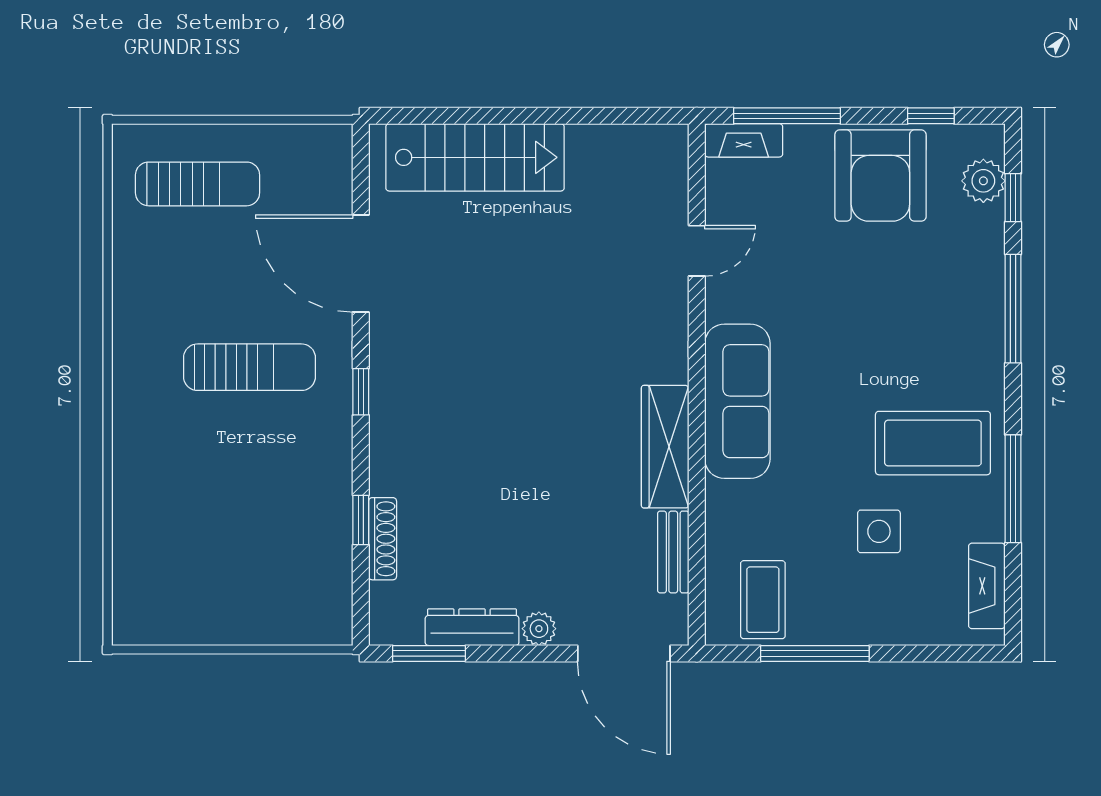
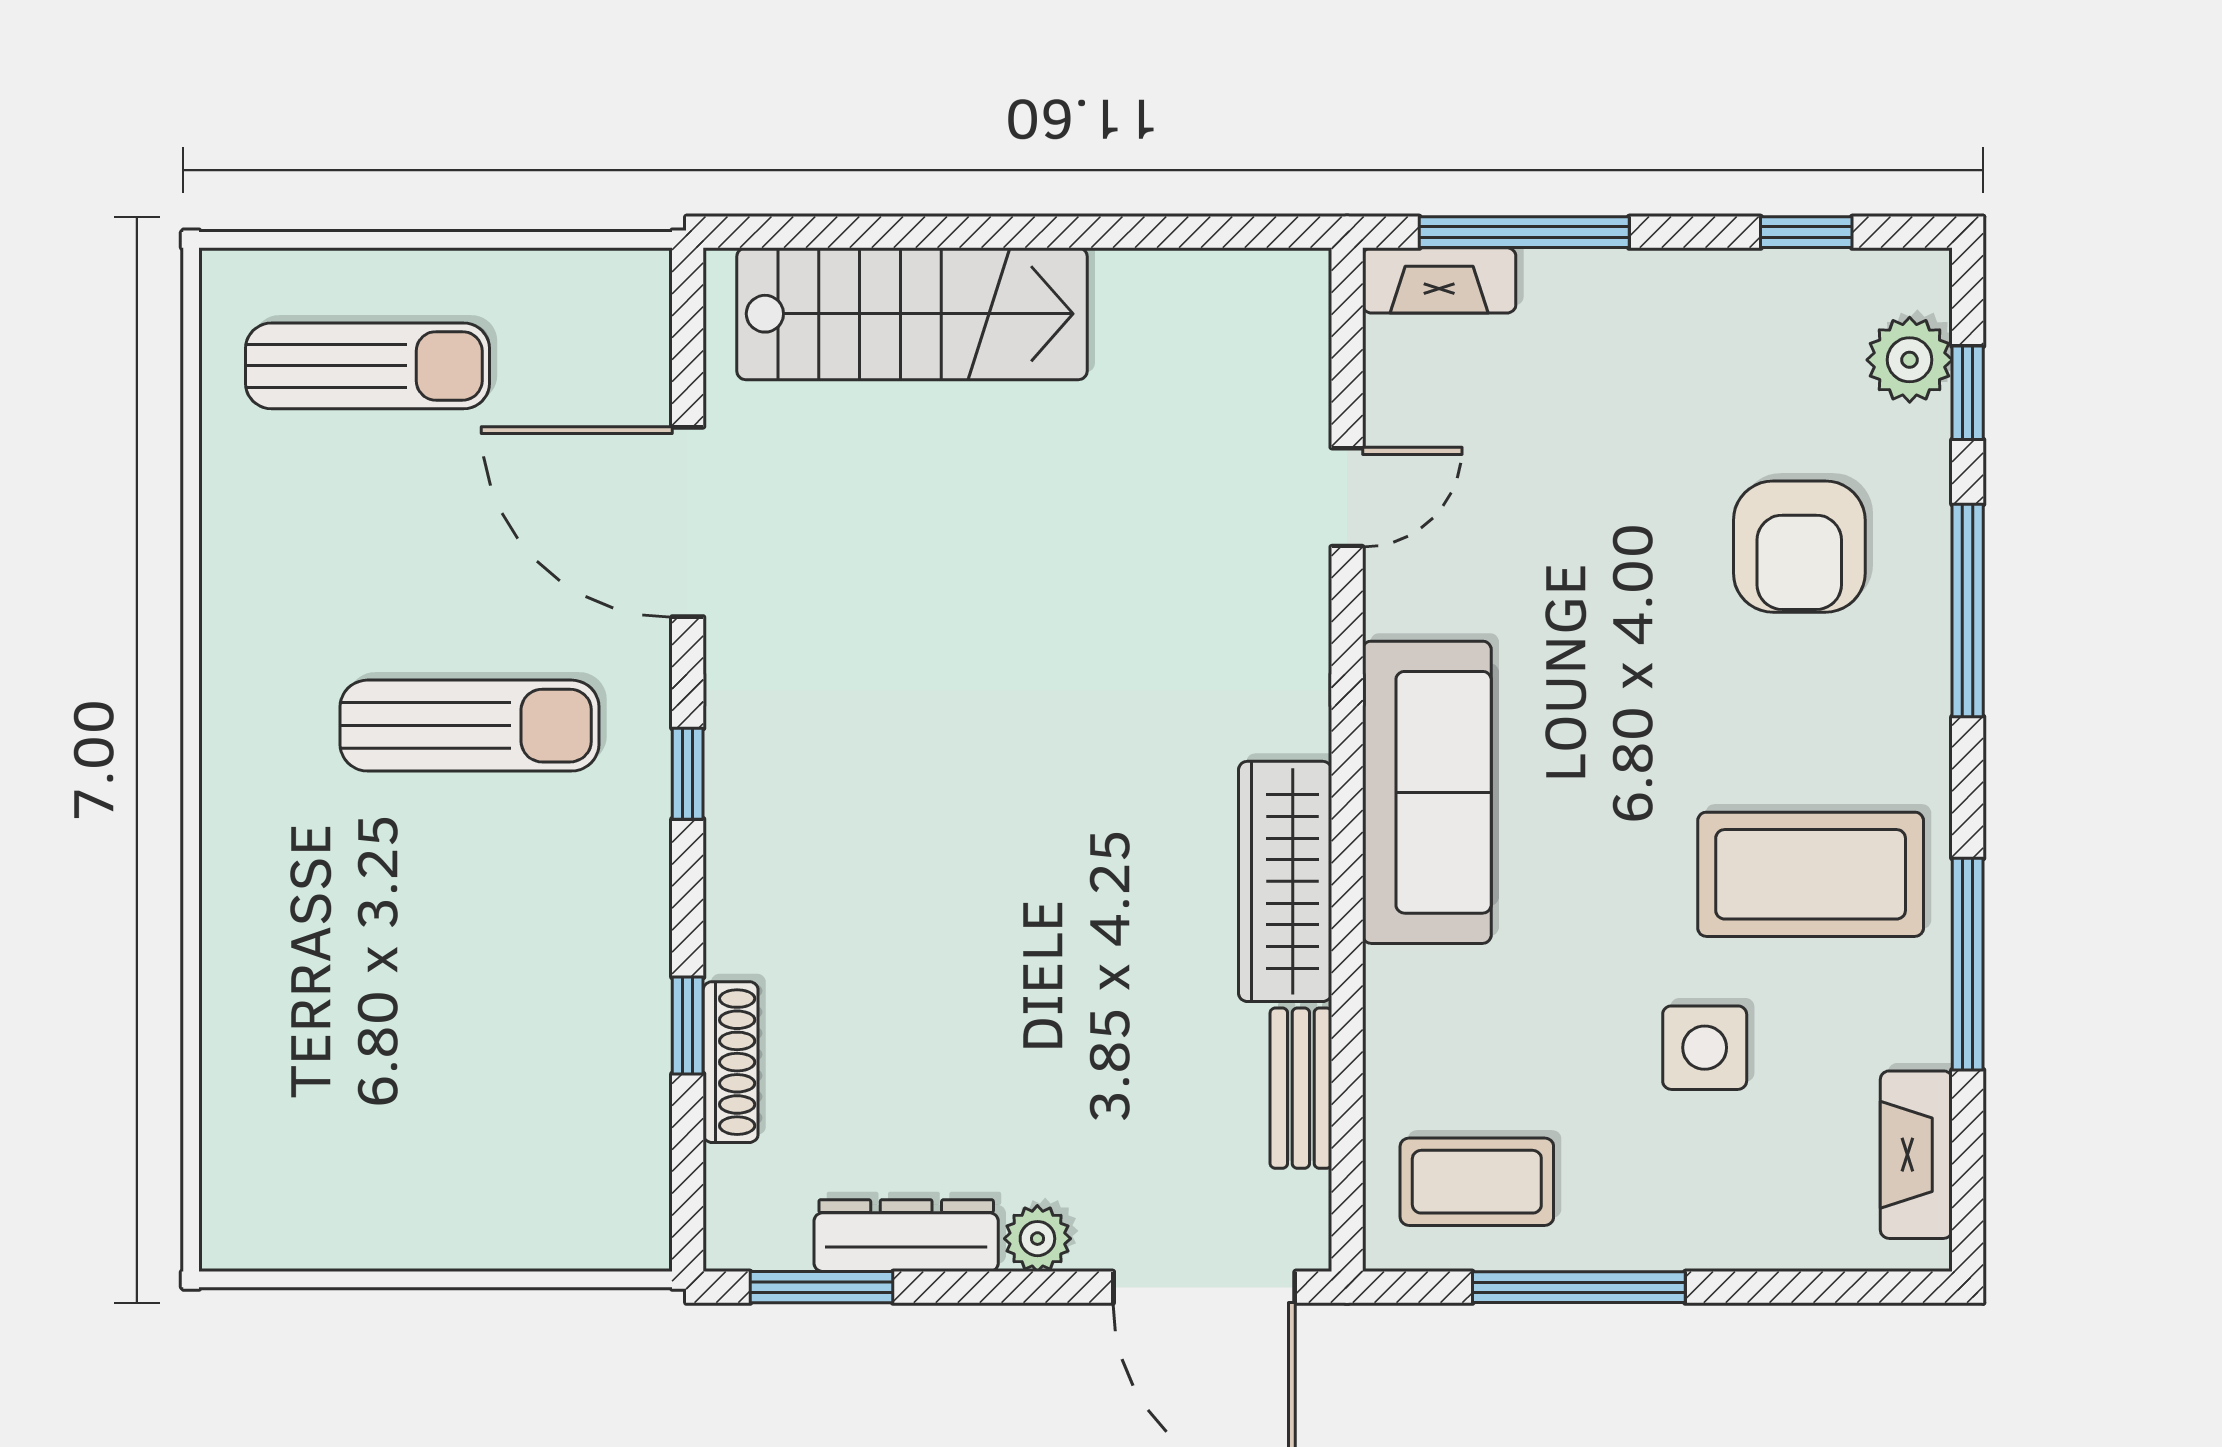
armchair: (880, 176) -> (1799, 547), moved, width x0.73, depth x0.73
coffee table: (763, 600) -> (1477, 1182), turned 90

